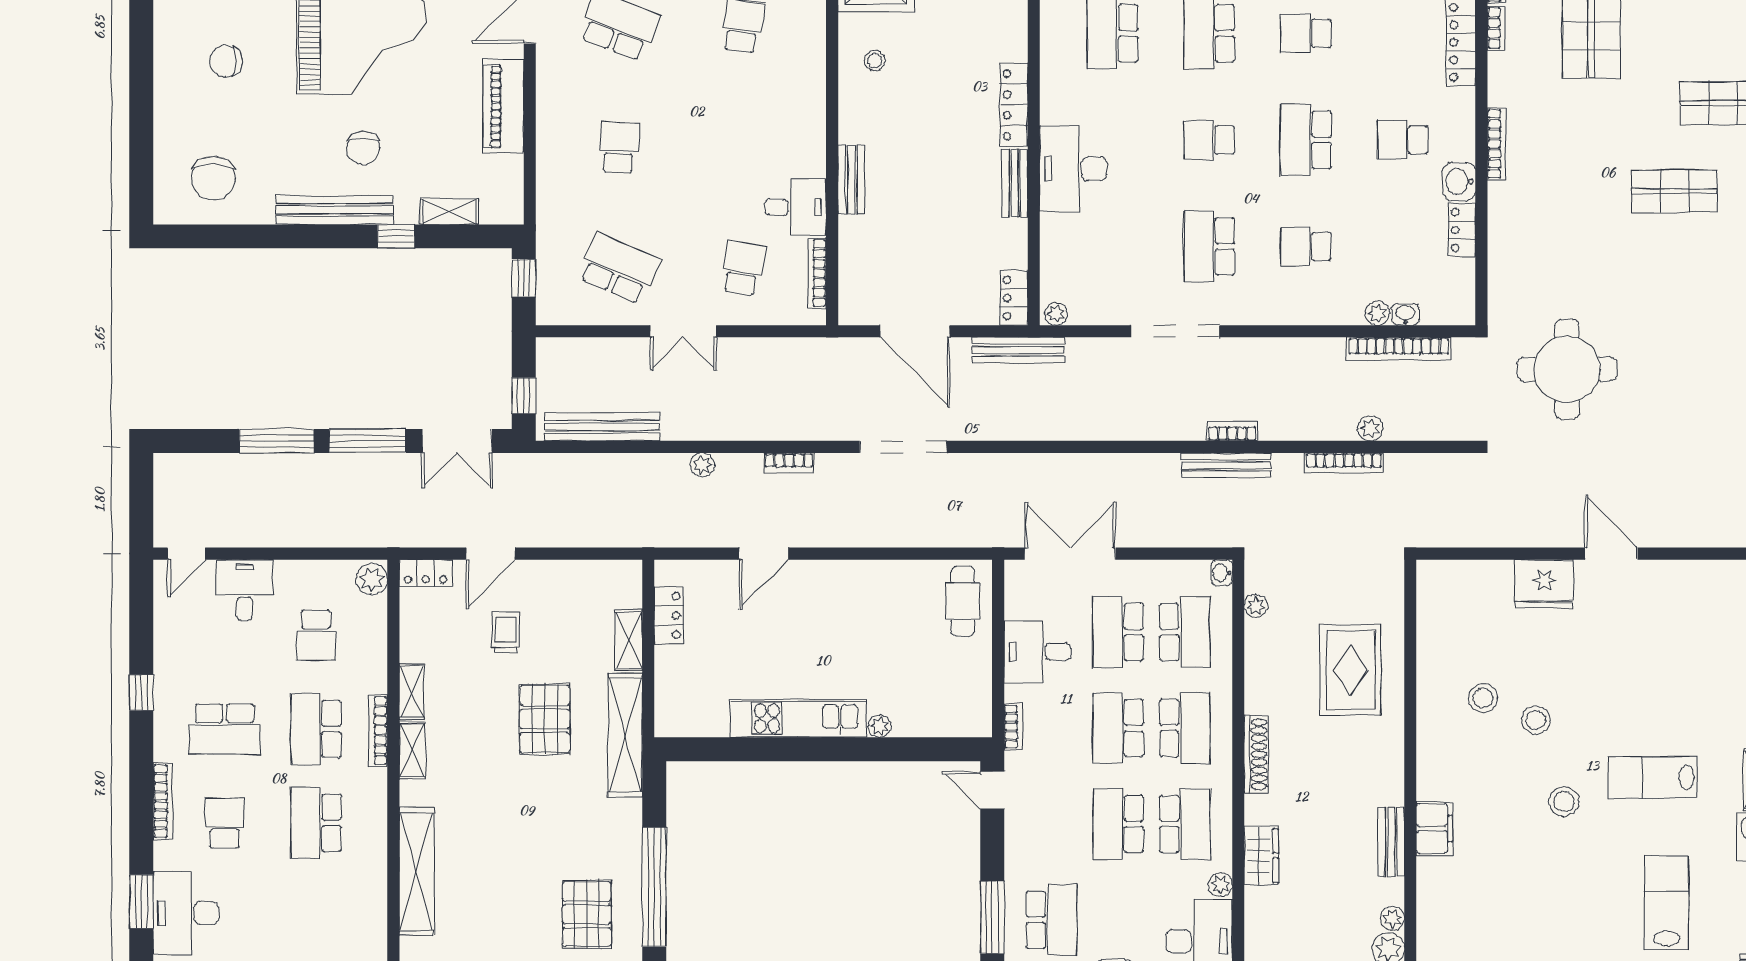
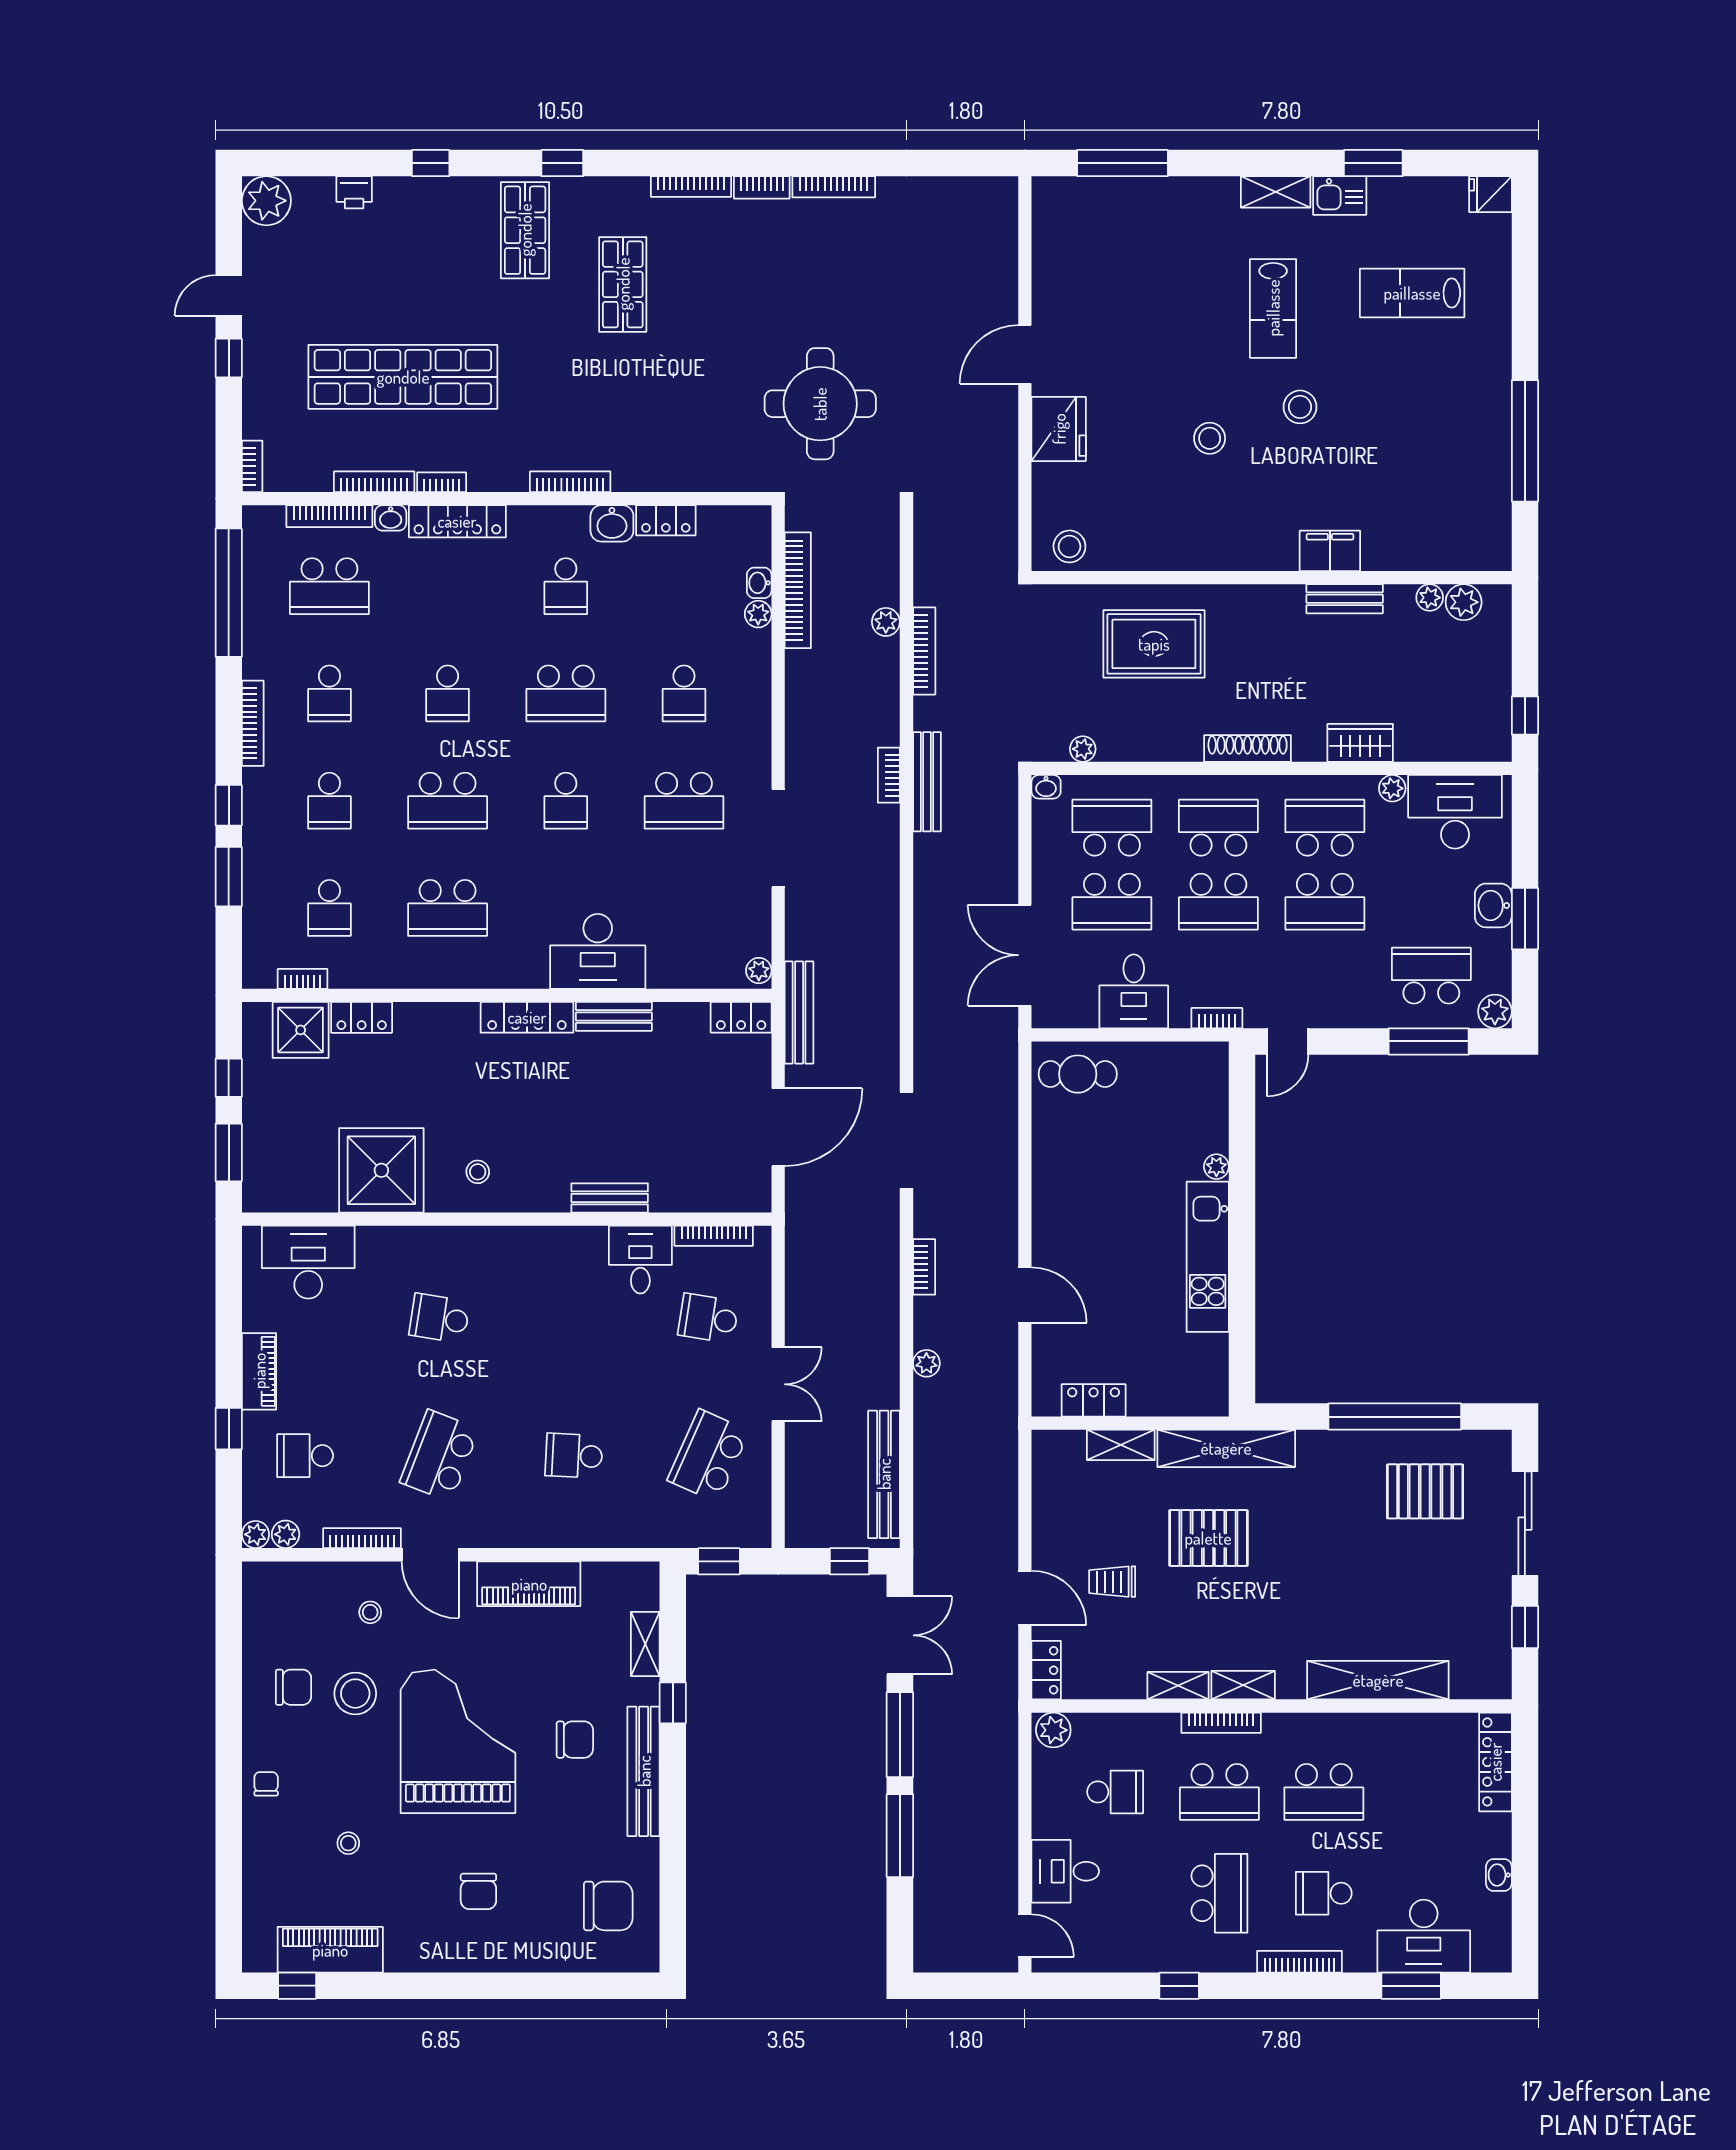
stool: (1483, 698) -> (1069, 546), moved

